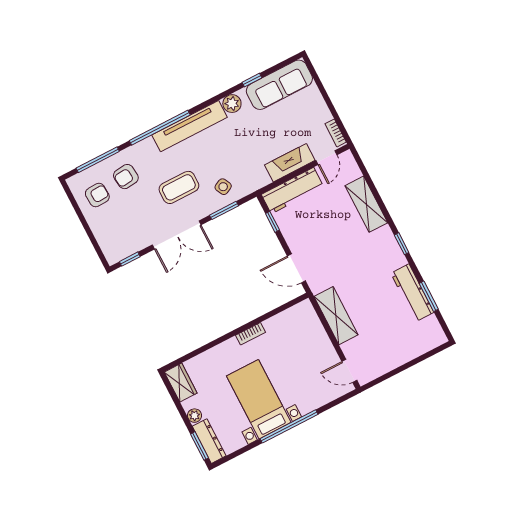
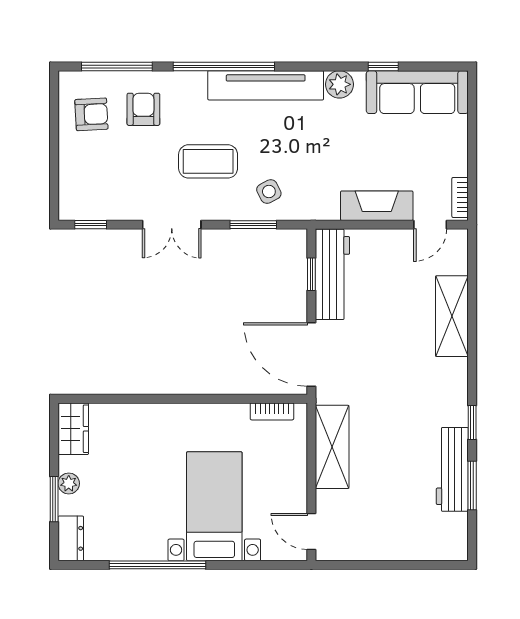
armchair: (126, 177) -> (143, 109), turned 96
workbench: (292, 191) -> (332, 274), moved, turned -90
double door: (177, 235) -> (172, 225), width x0.73
window: (402, 244) -> (472, 423), moved
door: (296, 268) -> (311, 355), width x1.36
bookcase: (251, 334) -> (272, 411), moved
bed with nightstands: (259, 399) -> (214, 506), moved
window: (289, 426) -> (158, 565), moved
dresser: (209, 441) -> (71, 538), width x0.70
window: (199, 446) -> (54, 499), moved

